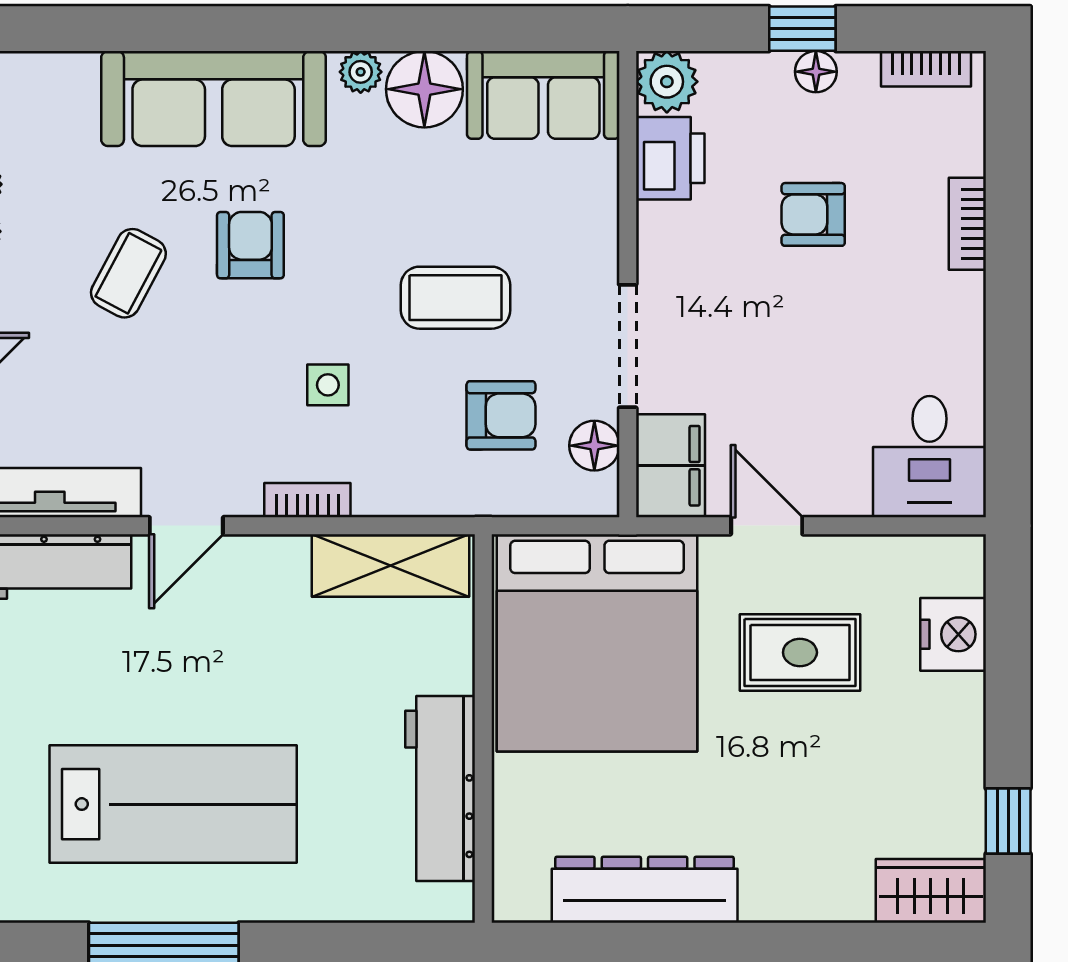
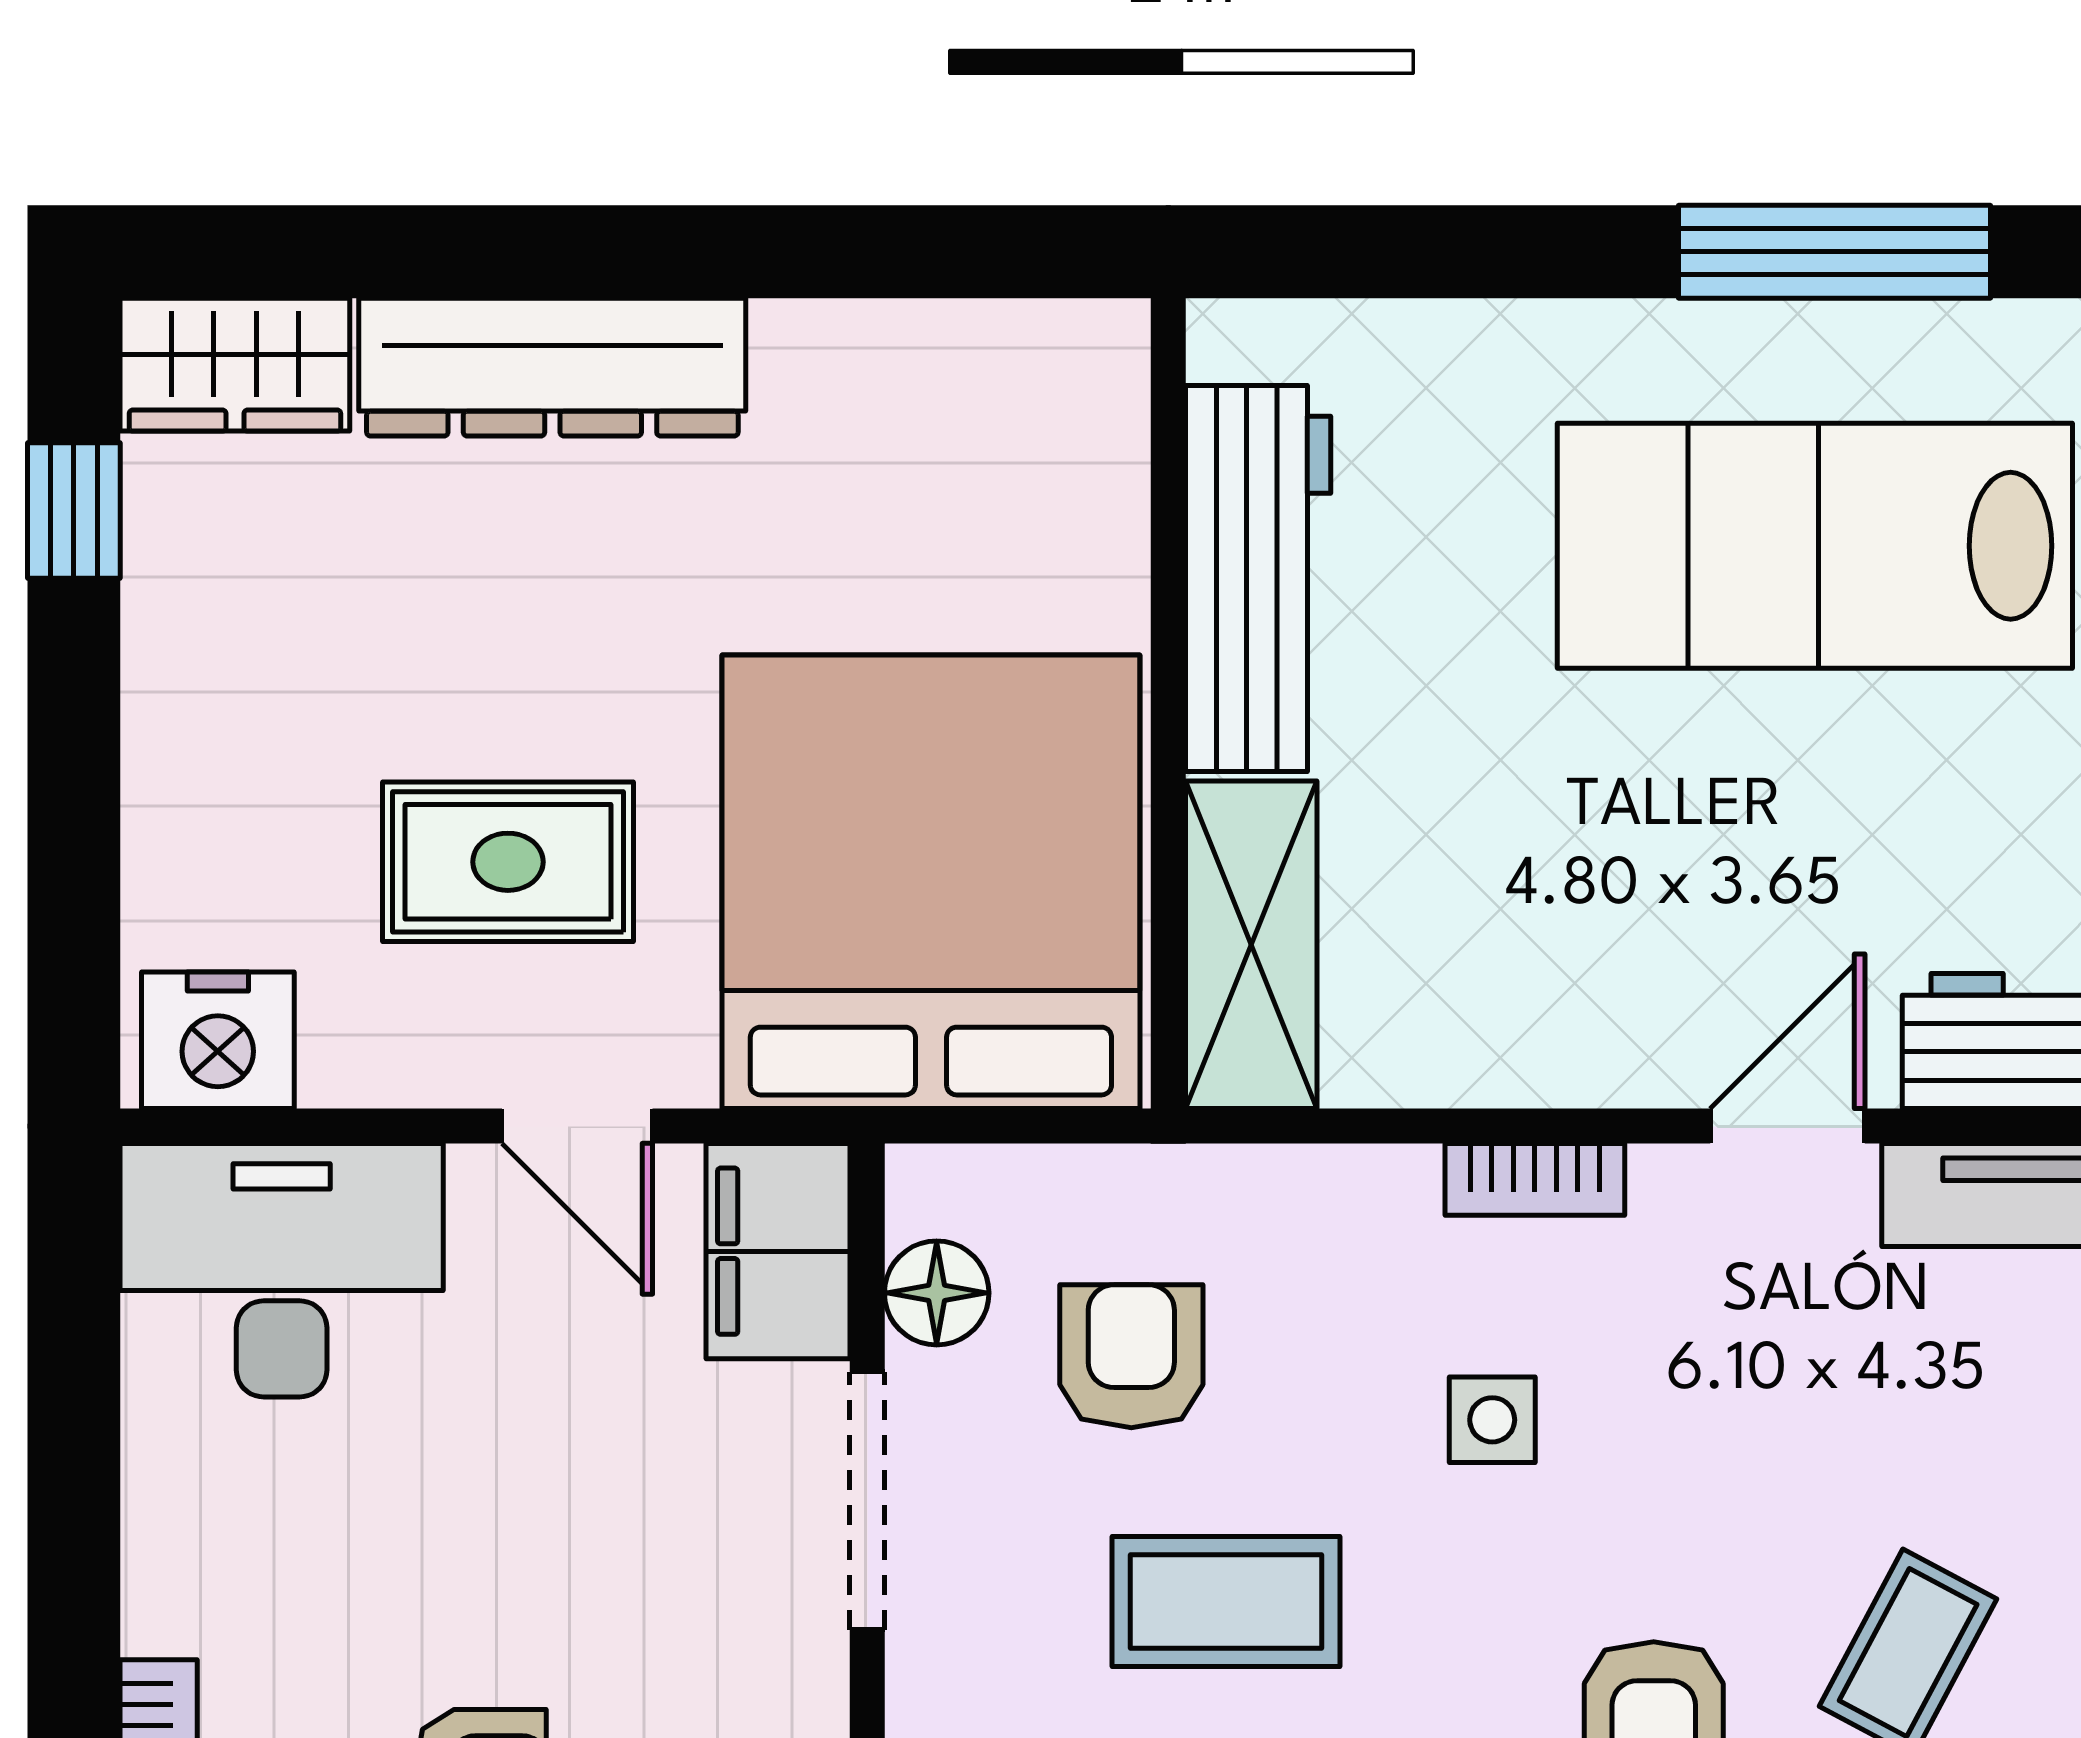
armchair: (501, 415) -> (1131, 1356), turned 90
desk: (930, 457) -> (282, 1270), width x1.37
shelving: (390, 566) -> (1251, 945), moved, turned 90
nightstand: (953, 634) -> (218, 1040), moved, turned -90
dresser: (645, 890) -> (552, 367), moved

